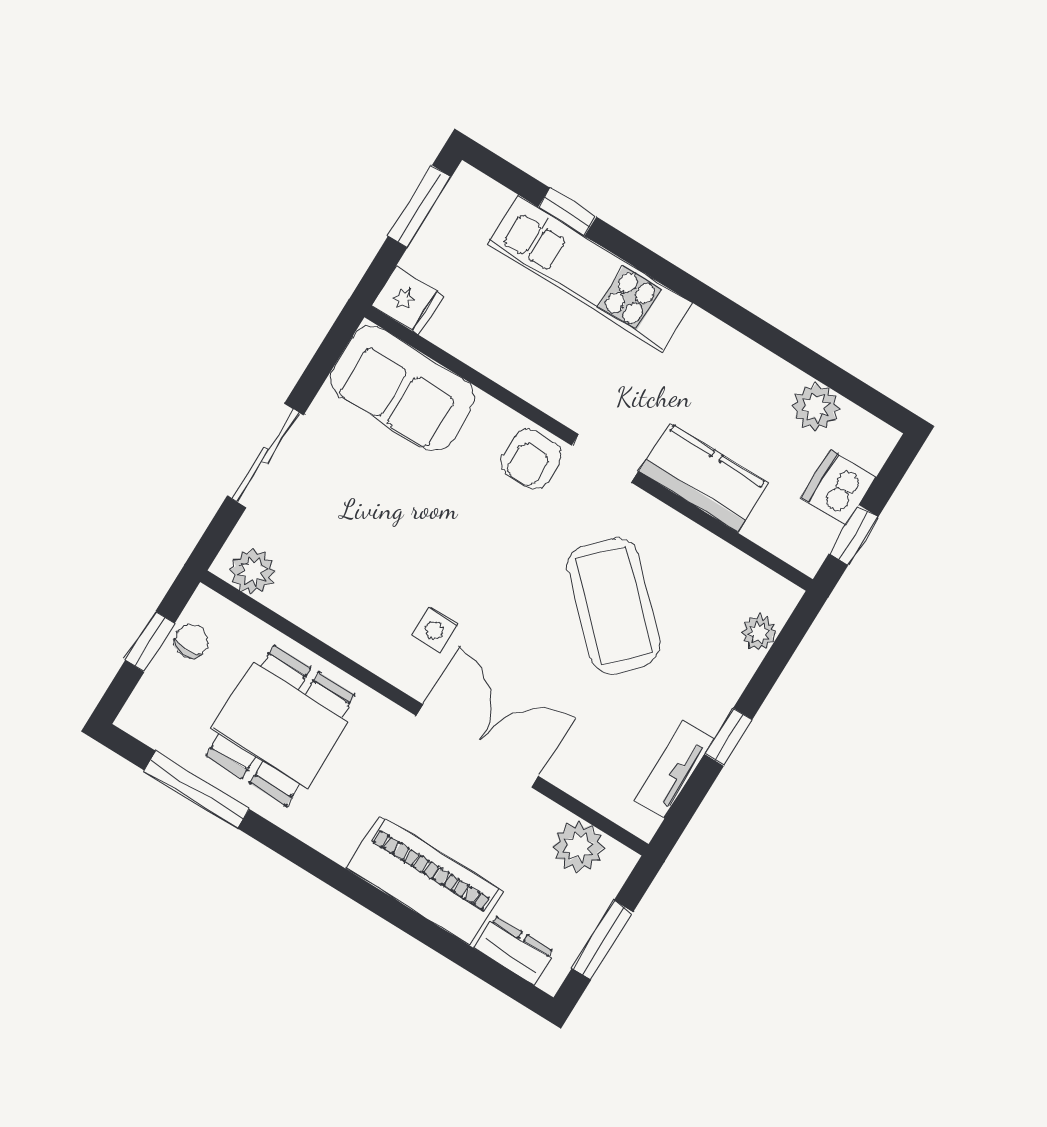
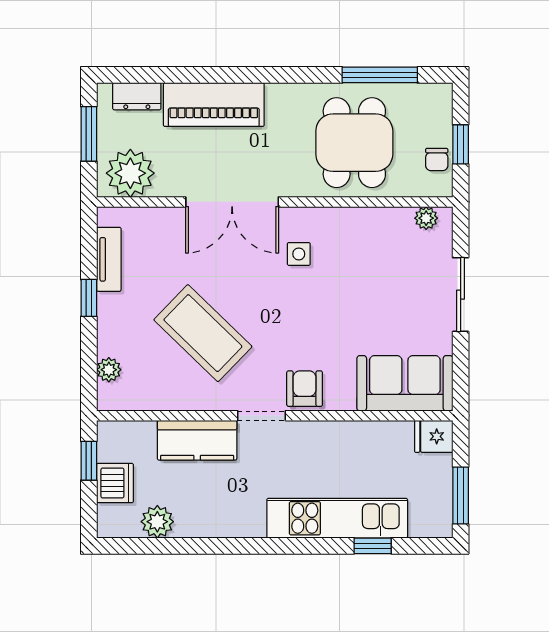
plant: (253, 571) -> (426, 218), width x0.73, depth x0.73
plant: (578, 847) -> (130, 173), width x1.36, depth x1.36

